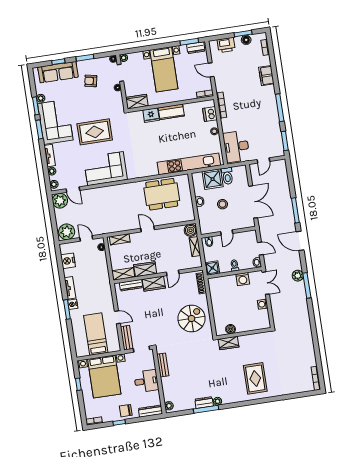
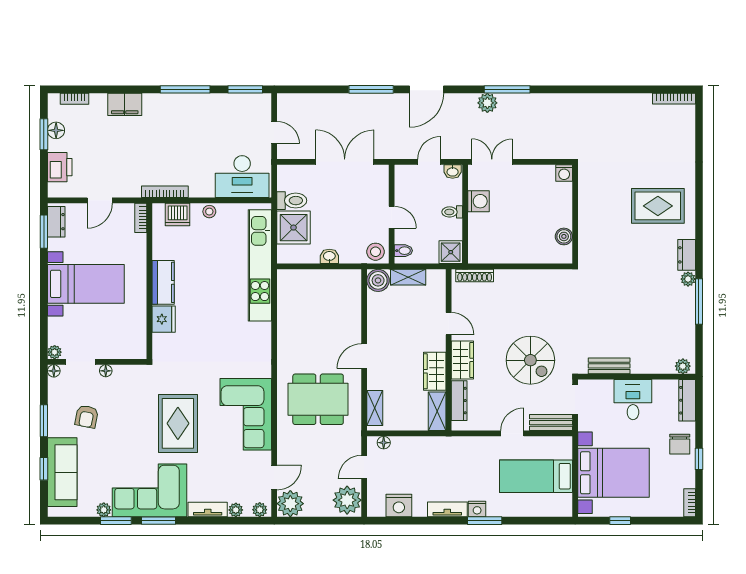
wardrobe: (137, 102) -> (136, 341), removed
dining table: (162, 194) -> (318, 399), moved, turned 90
stool: (222, 204) -> (375, 252), moved
washing machine: (263, 304) -> (564, 173), moved
spiral stairs: (191, 319) -> (530, 360), moved, turned 180
wardrobe: (228, 343) -> (588, 244), removed
dresser: (204, 403) -> (687, 255), moved

